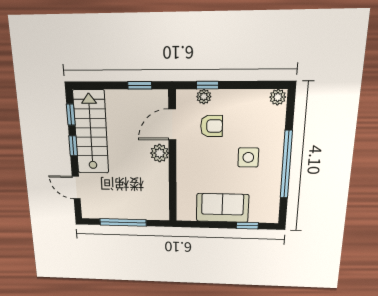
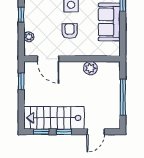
window: (207, 85) -> (21, 15), moved
armchair: (212, 126) -> (70, 31), moved
plant: (160, 153) -> (90, 68), moved

